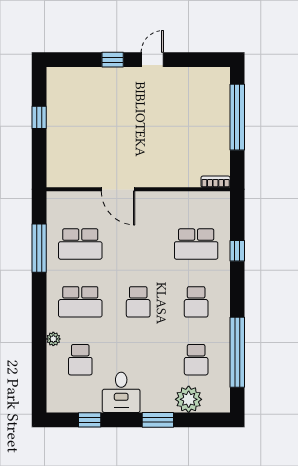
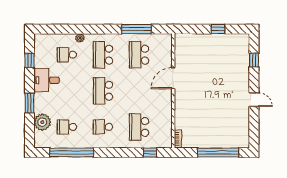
window: (113, 60) -> (254, 60), moved
window: (237, 251) -> (150, 153), moved
school desk: (138, 302) -> (103, 91), width x1.85

